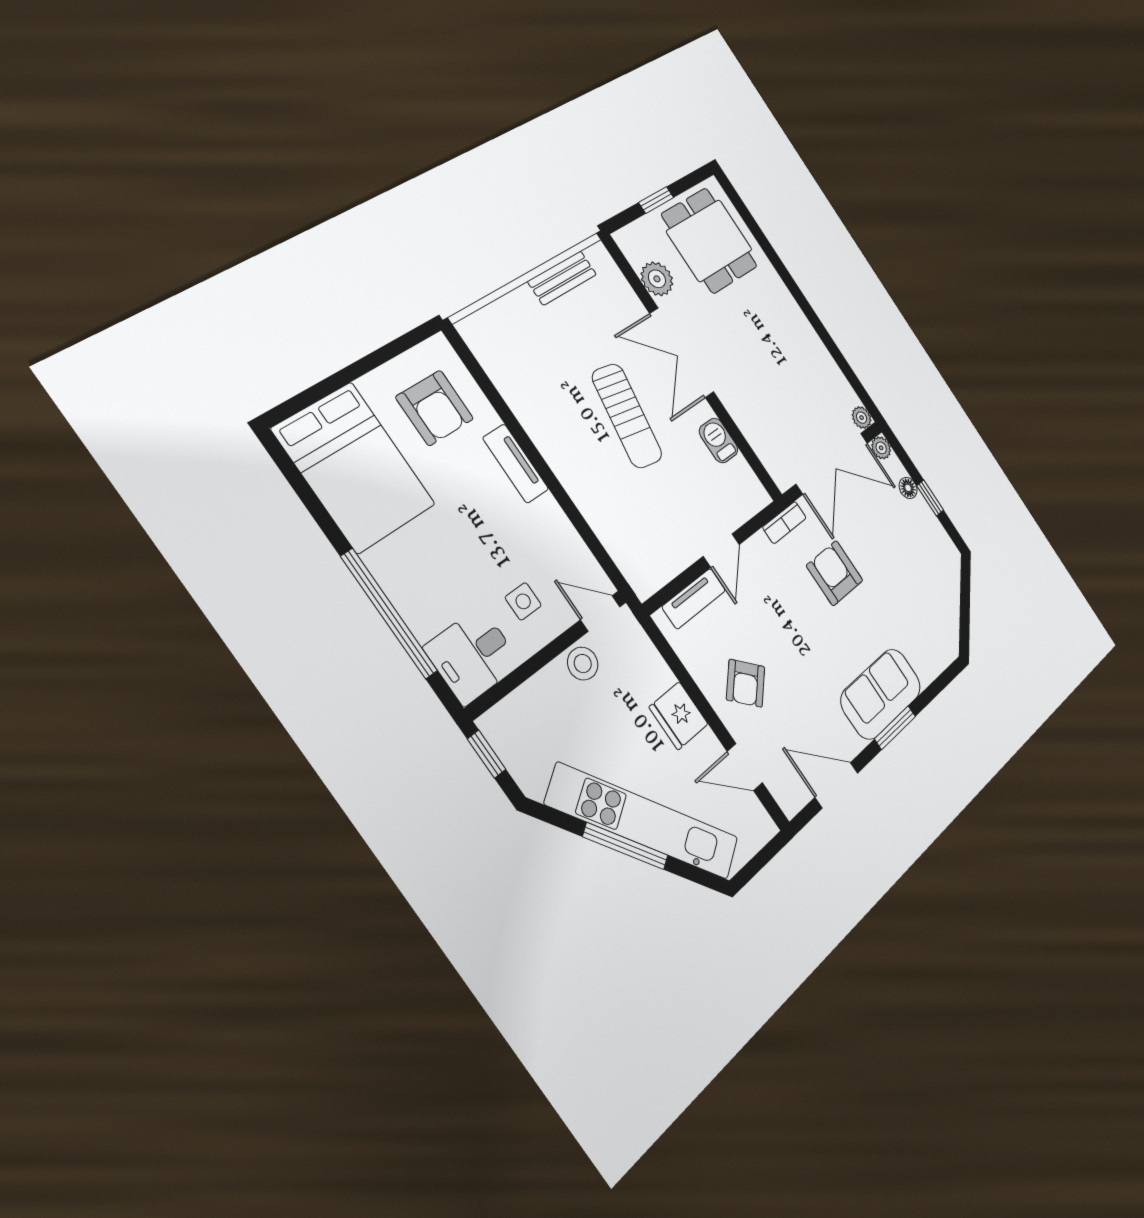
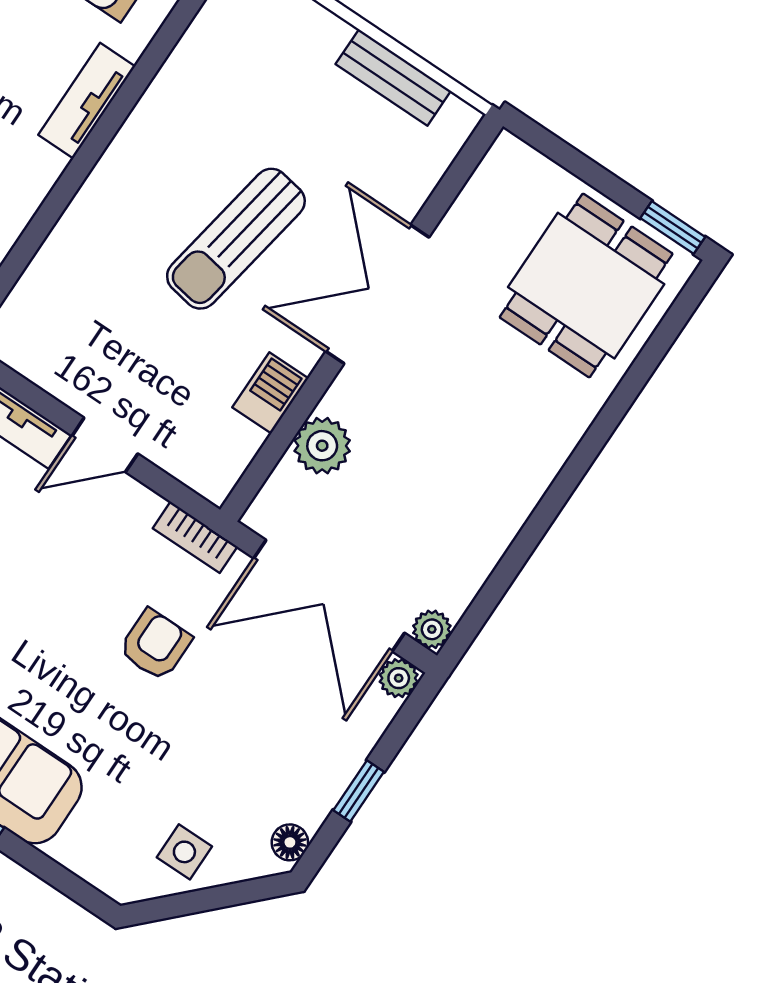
window: (656, 200) -> (673, 228), moved
plant: (657, 279) -> (322, 446), moved
floor lamp: (908, 488) -> (290, 842), moved
armchair: (835, 573) -> (155, 645), width x0.72, depth x0.72
side table: (940, 607) -> (184, 852), added

